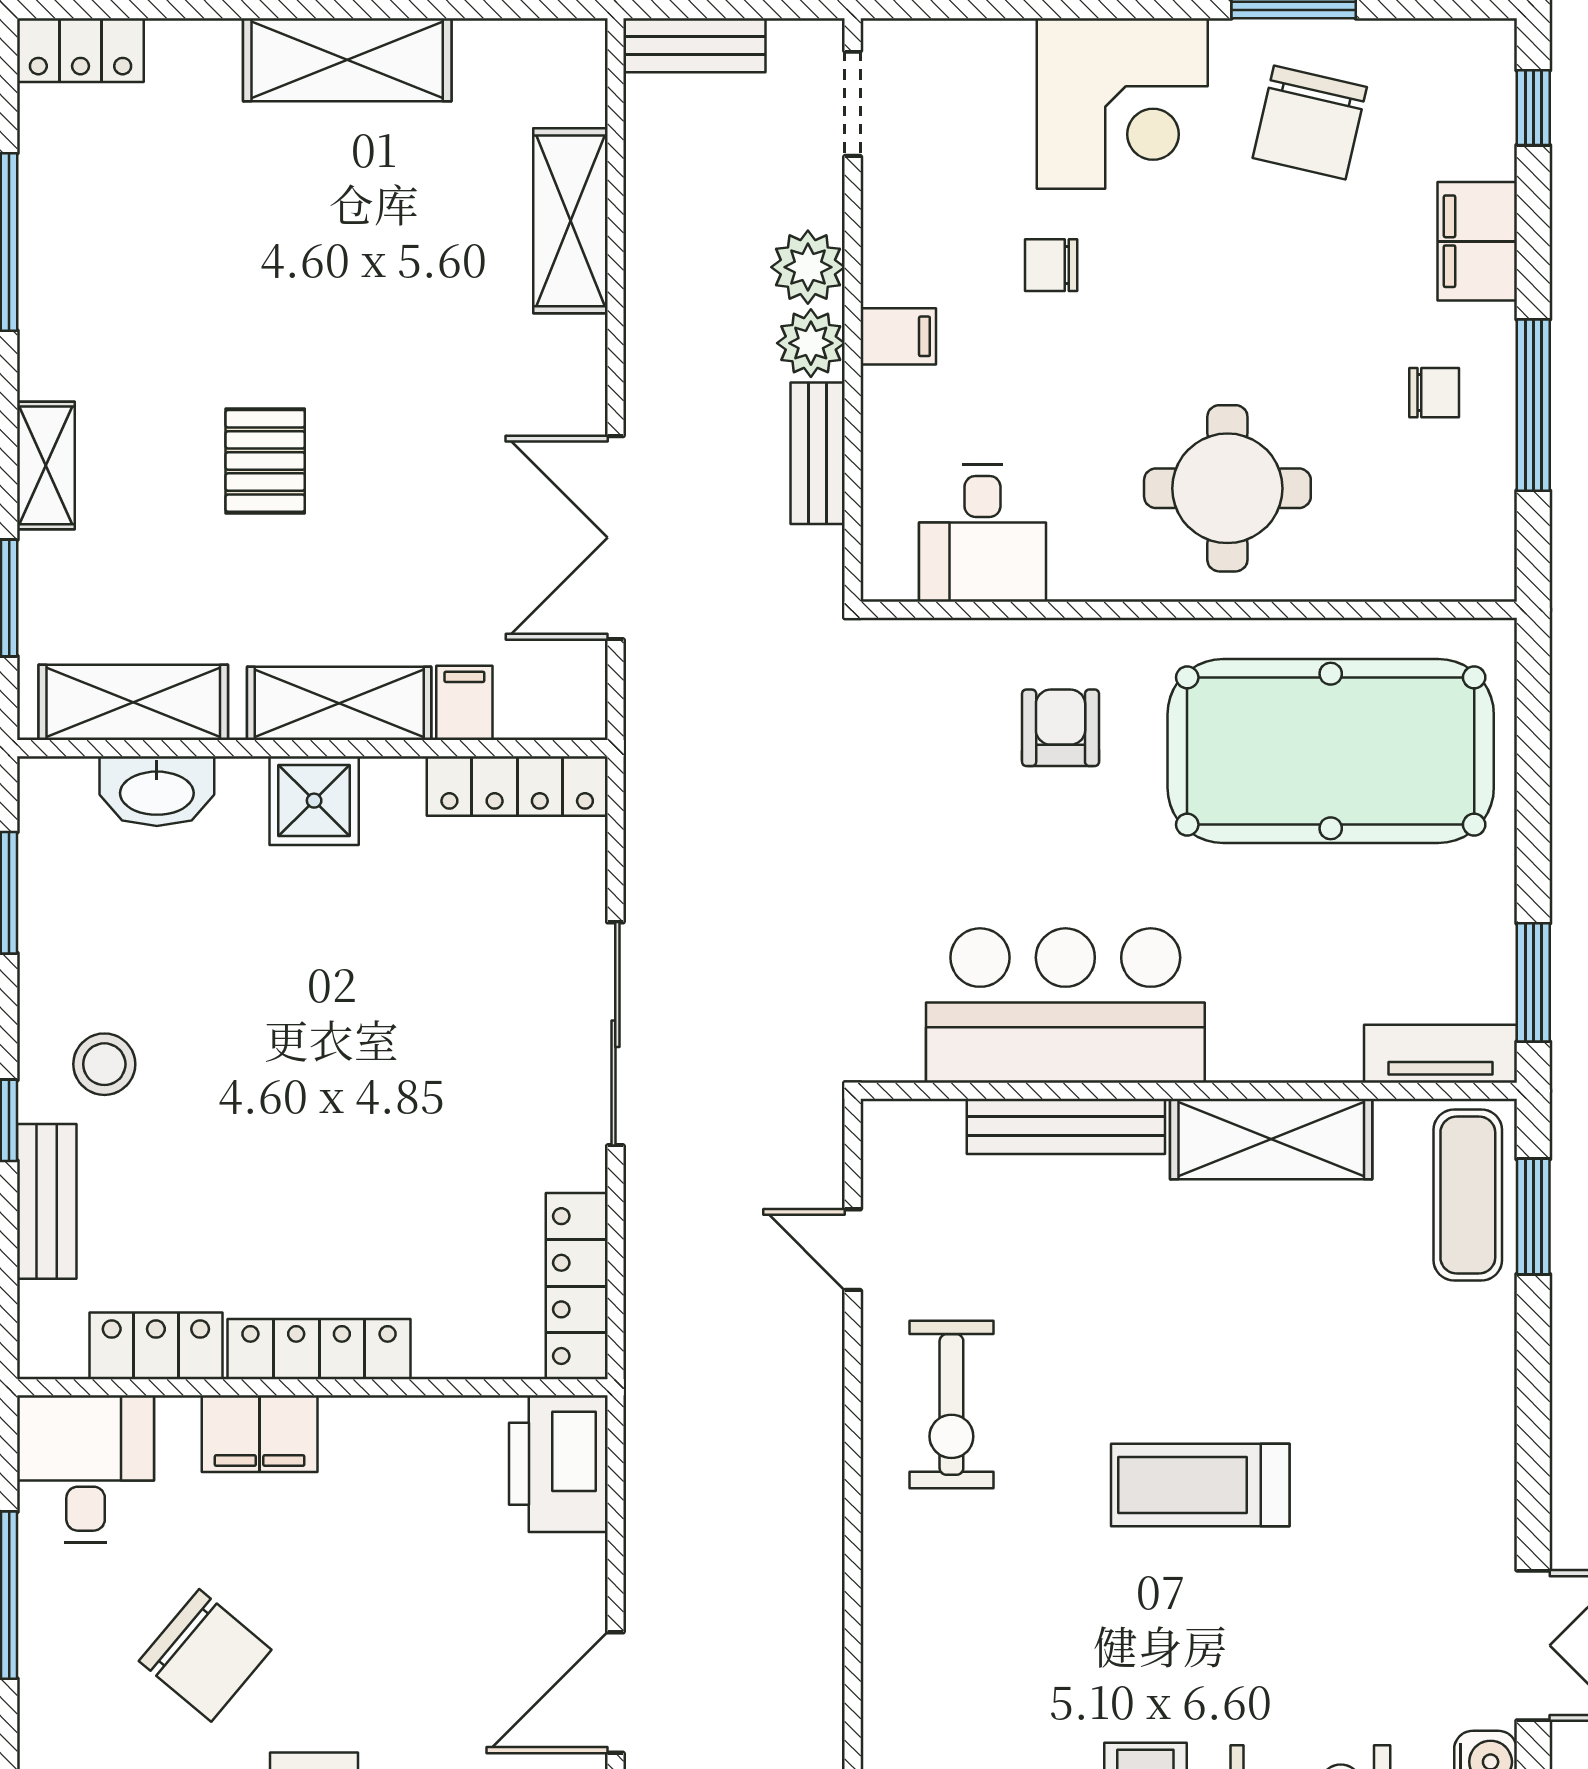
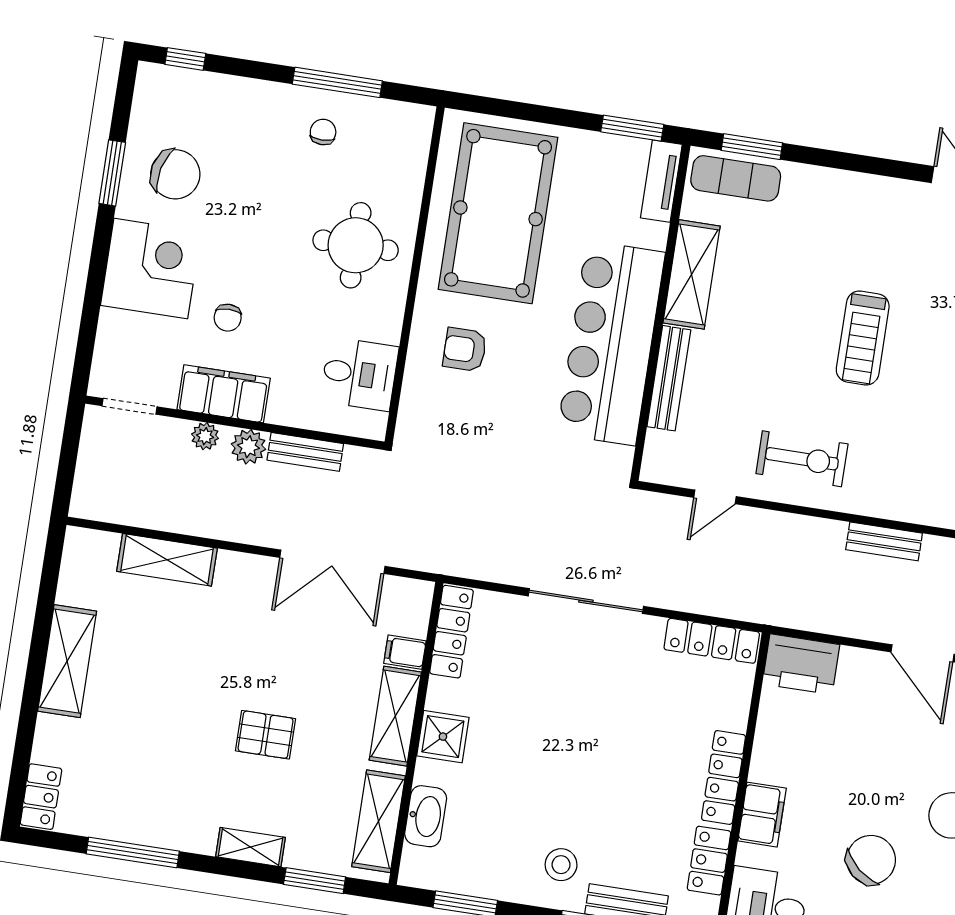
bench: (694, 45) -> (884, 541), moved, turned 90
filing cabinet: (1477, 241) -> (249, 98), removed
plant: (808, 267) -> (205, 436), width x0.73, depth x0.73
filing cabinet: (898, 336) -> (224, 394), width x3.00, depth x1.17
bar counter: (1065, 1006) -> (611, 343), width x1.36

